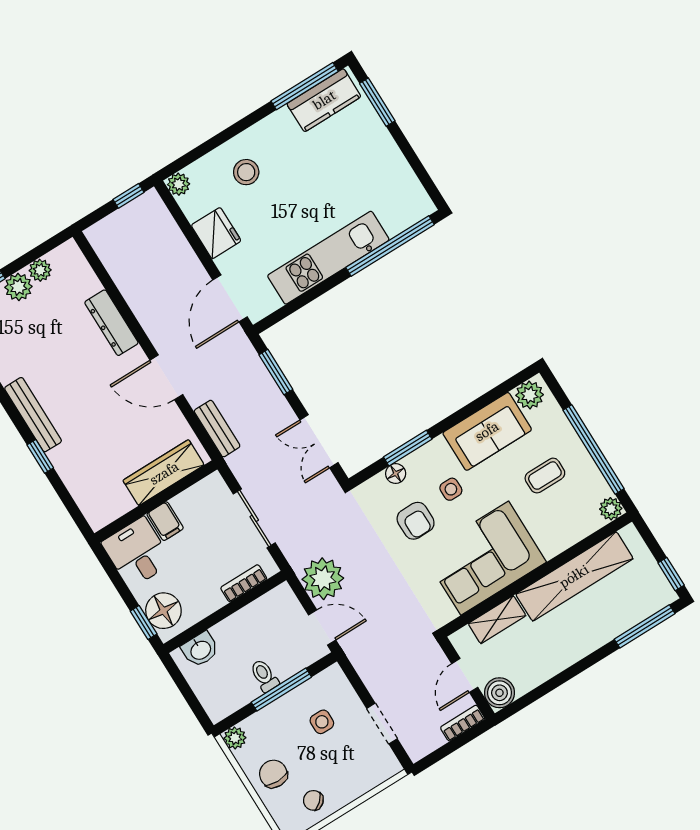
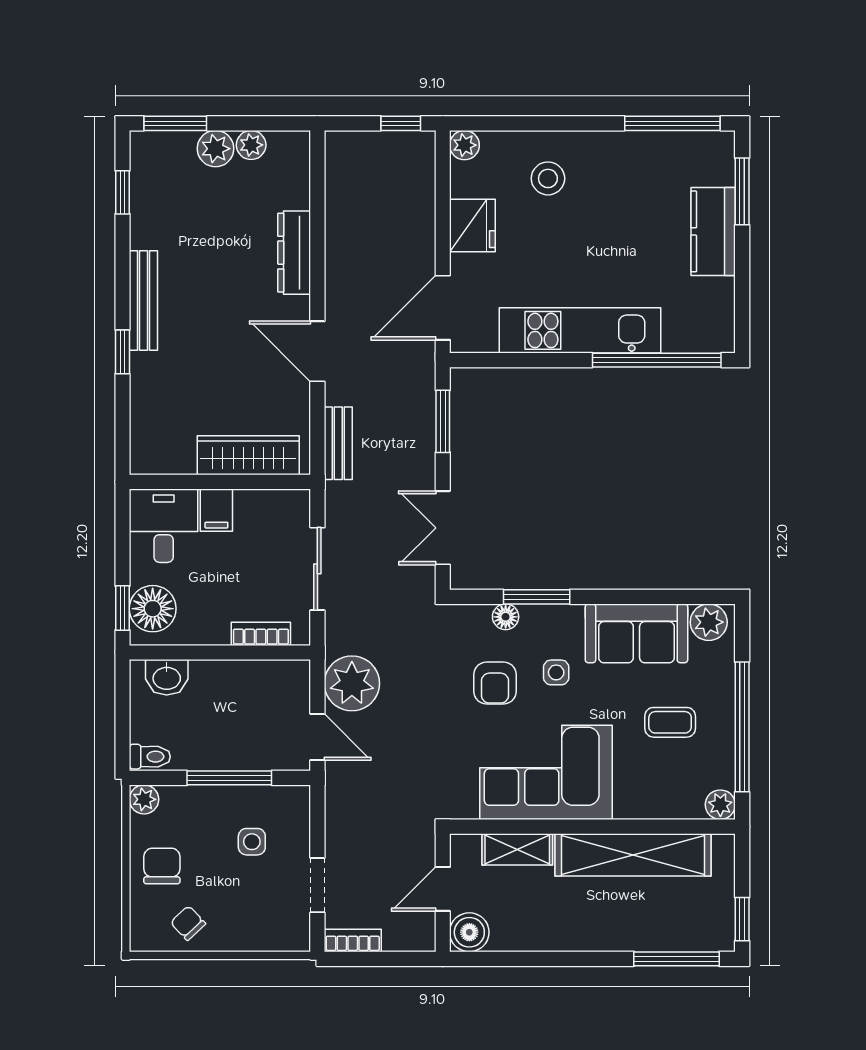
kitchen counter: (324, 100) -> (713, 231), moved, turned 90
toilet: (264, 676) -> (150, 757), moved, turned 90
bookcase: (463, 723) -> (353, 941), moved

